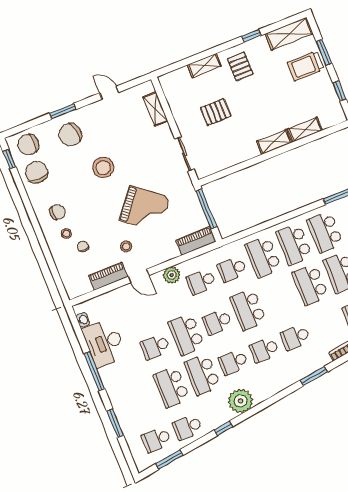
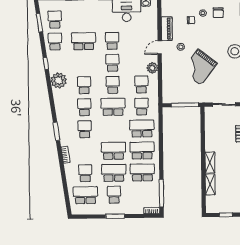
piano: (196, 241) -> (168, 91), removed
school desk: (186, 334) -> (112, 63), width x0.54
school desk: (202, 375) -> (84, 63), removed

